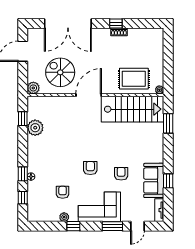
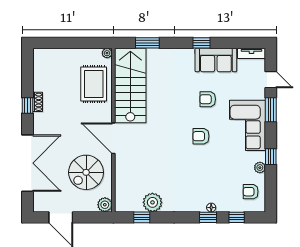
window: (168, 181) -> (201, 43), moved
armchair: (63, 192) -> (251, 192), moved

